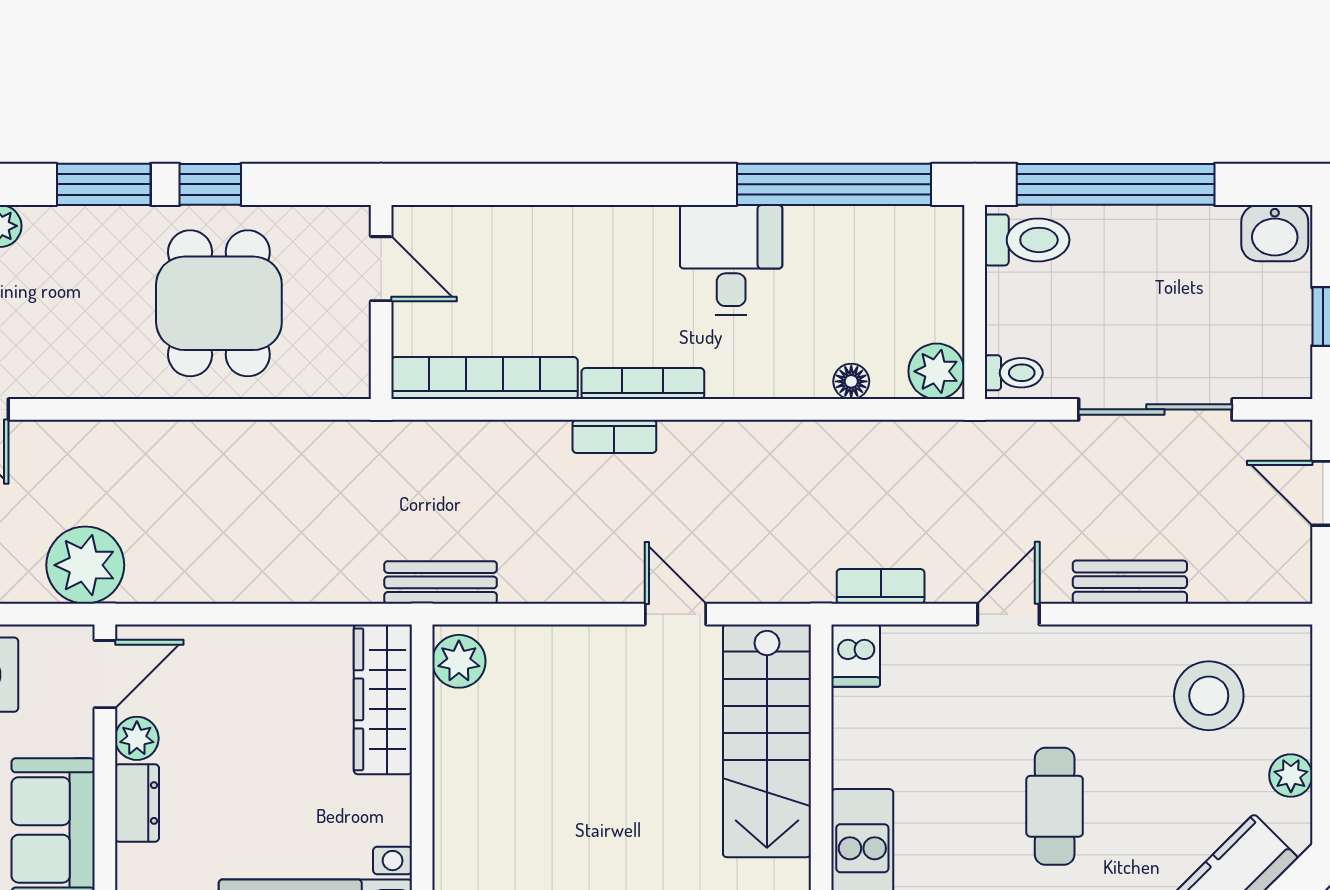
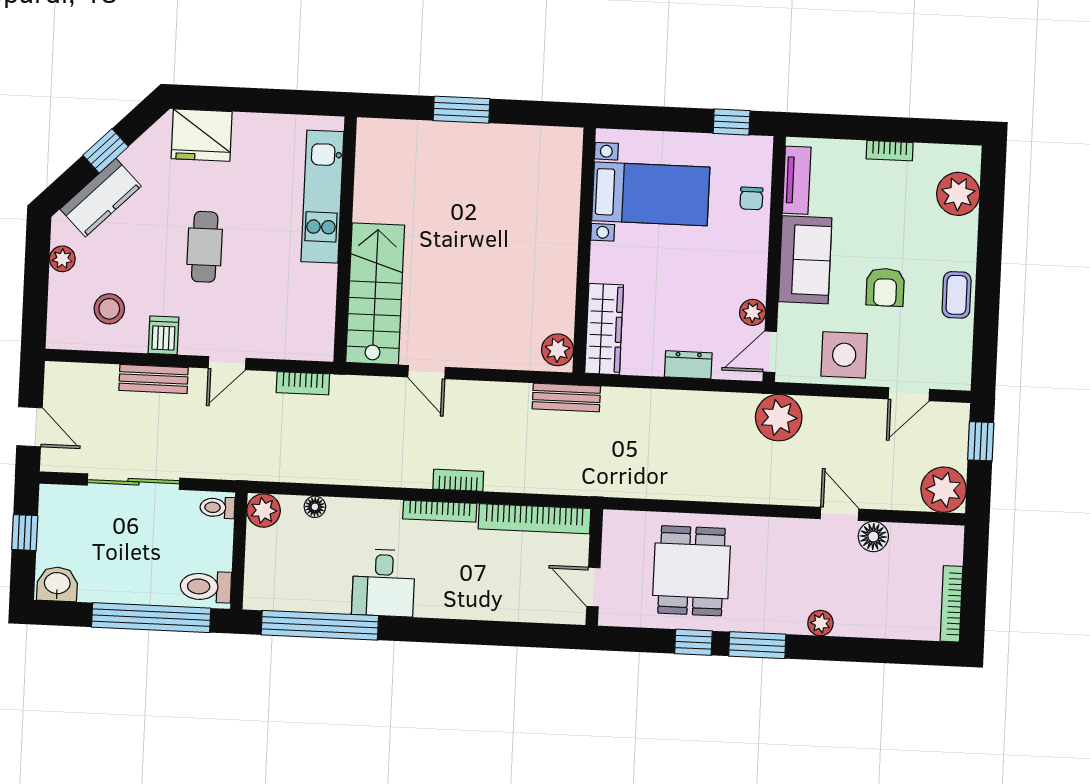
dishwasher: (856, 656) -> (163, 335), moved
stool: (1209, 696) -> (109, 309), width x0.73, depth x0.73
dresser: (137, 803) -> (688, 365), moved, turned 90

